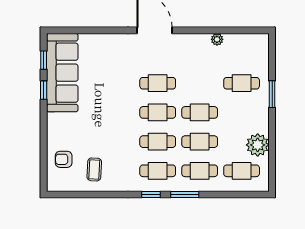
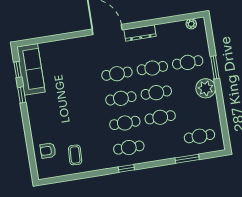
plant: (217, 39) -> (191, 24), moved
dresser: (192, 40) -> (140, 33), added
sofa: (62, 73) -> (31, 69), width x0.74, depth x0.79
plant: (258, 145) -> (206, 88), moved
cafe table: (200, 171) -> (152, 68), moved
window: (185, 194) -> (187, 159), moved

